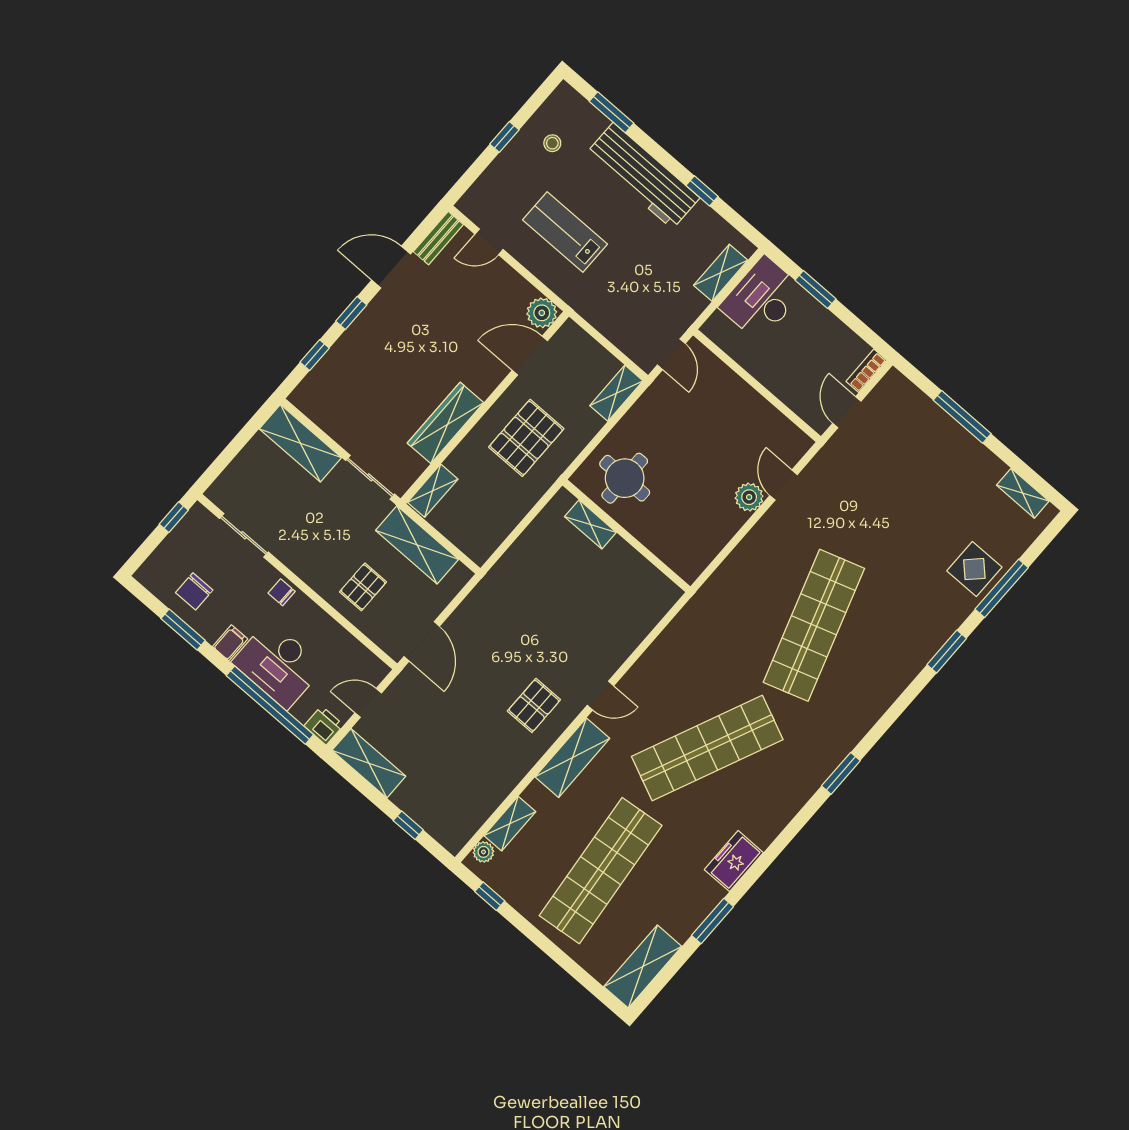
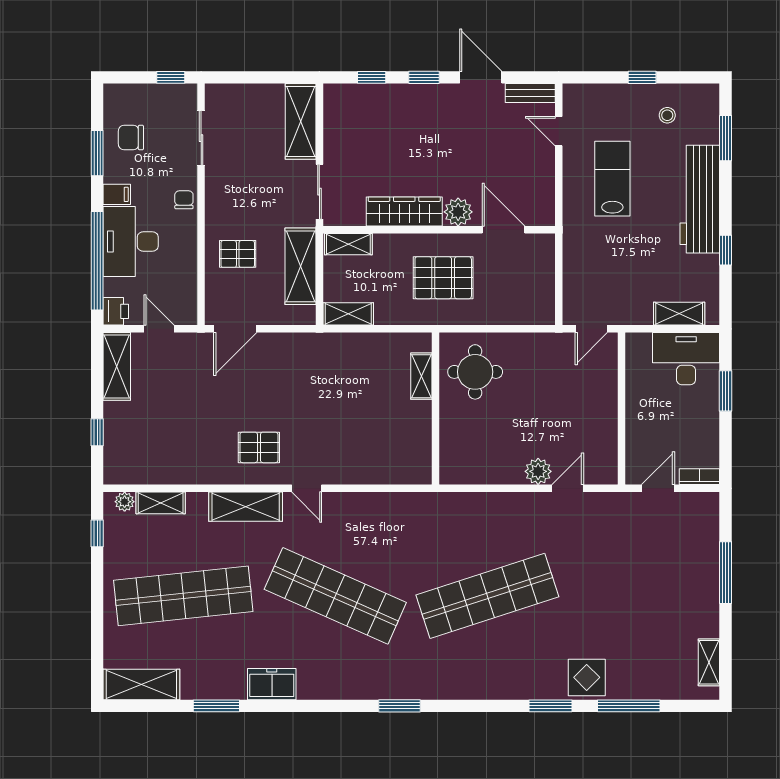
plant: (542, 313) -> (458, 212), moved
shelving: (616, 393) -> (348, 314), moved
display table: (974, 569) -> (587, 677), moved

